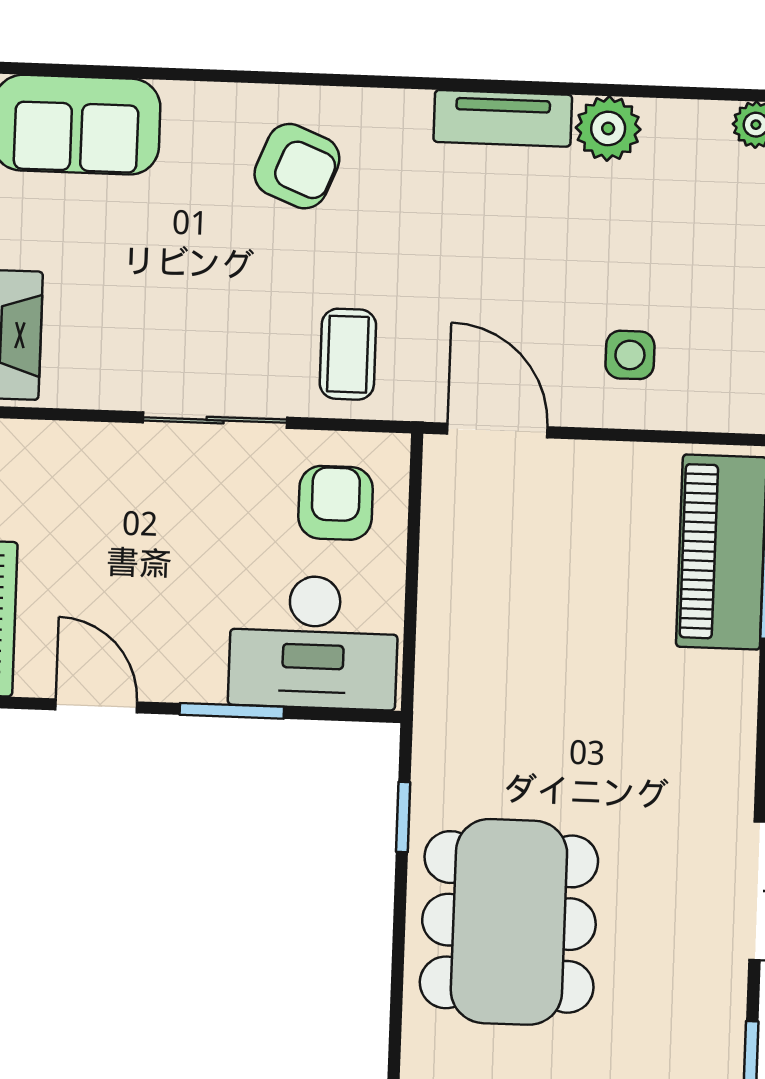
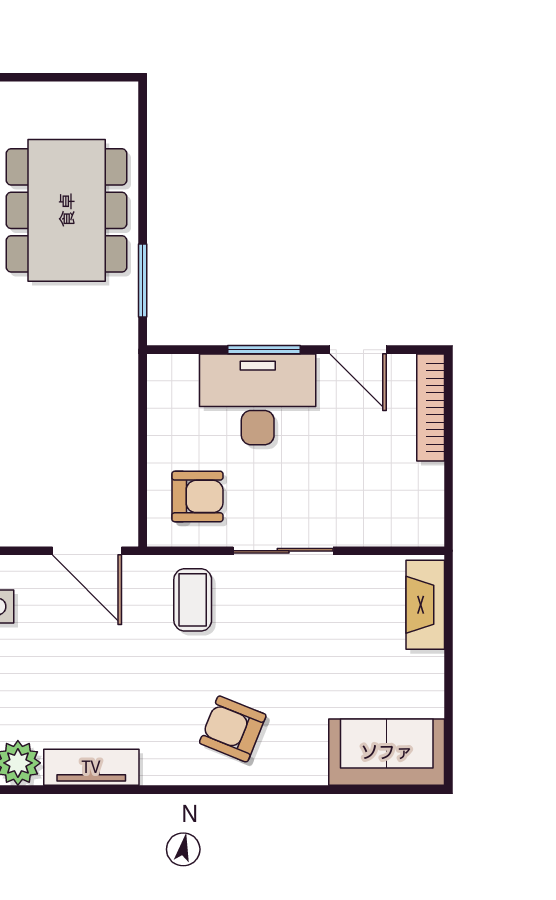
armchair: (336, 503) -> (197, 496), turned -90
desk: (314, 642) -> (258, 399), moved
window: (403, 817) -> (143, 280), width x1.50

